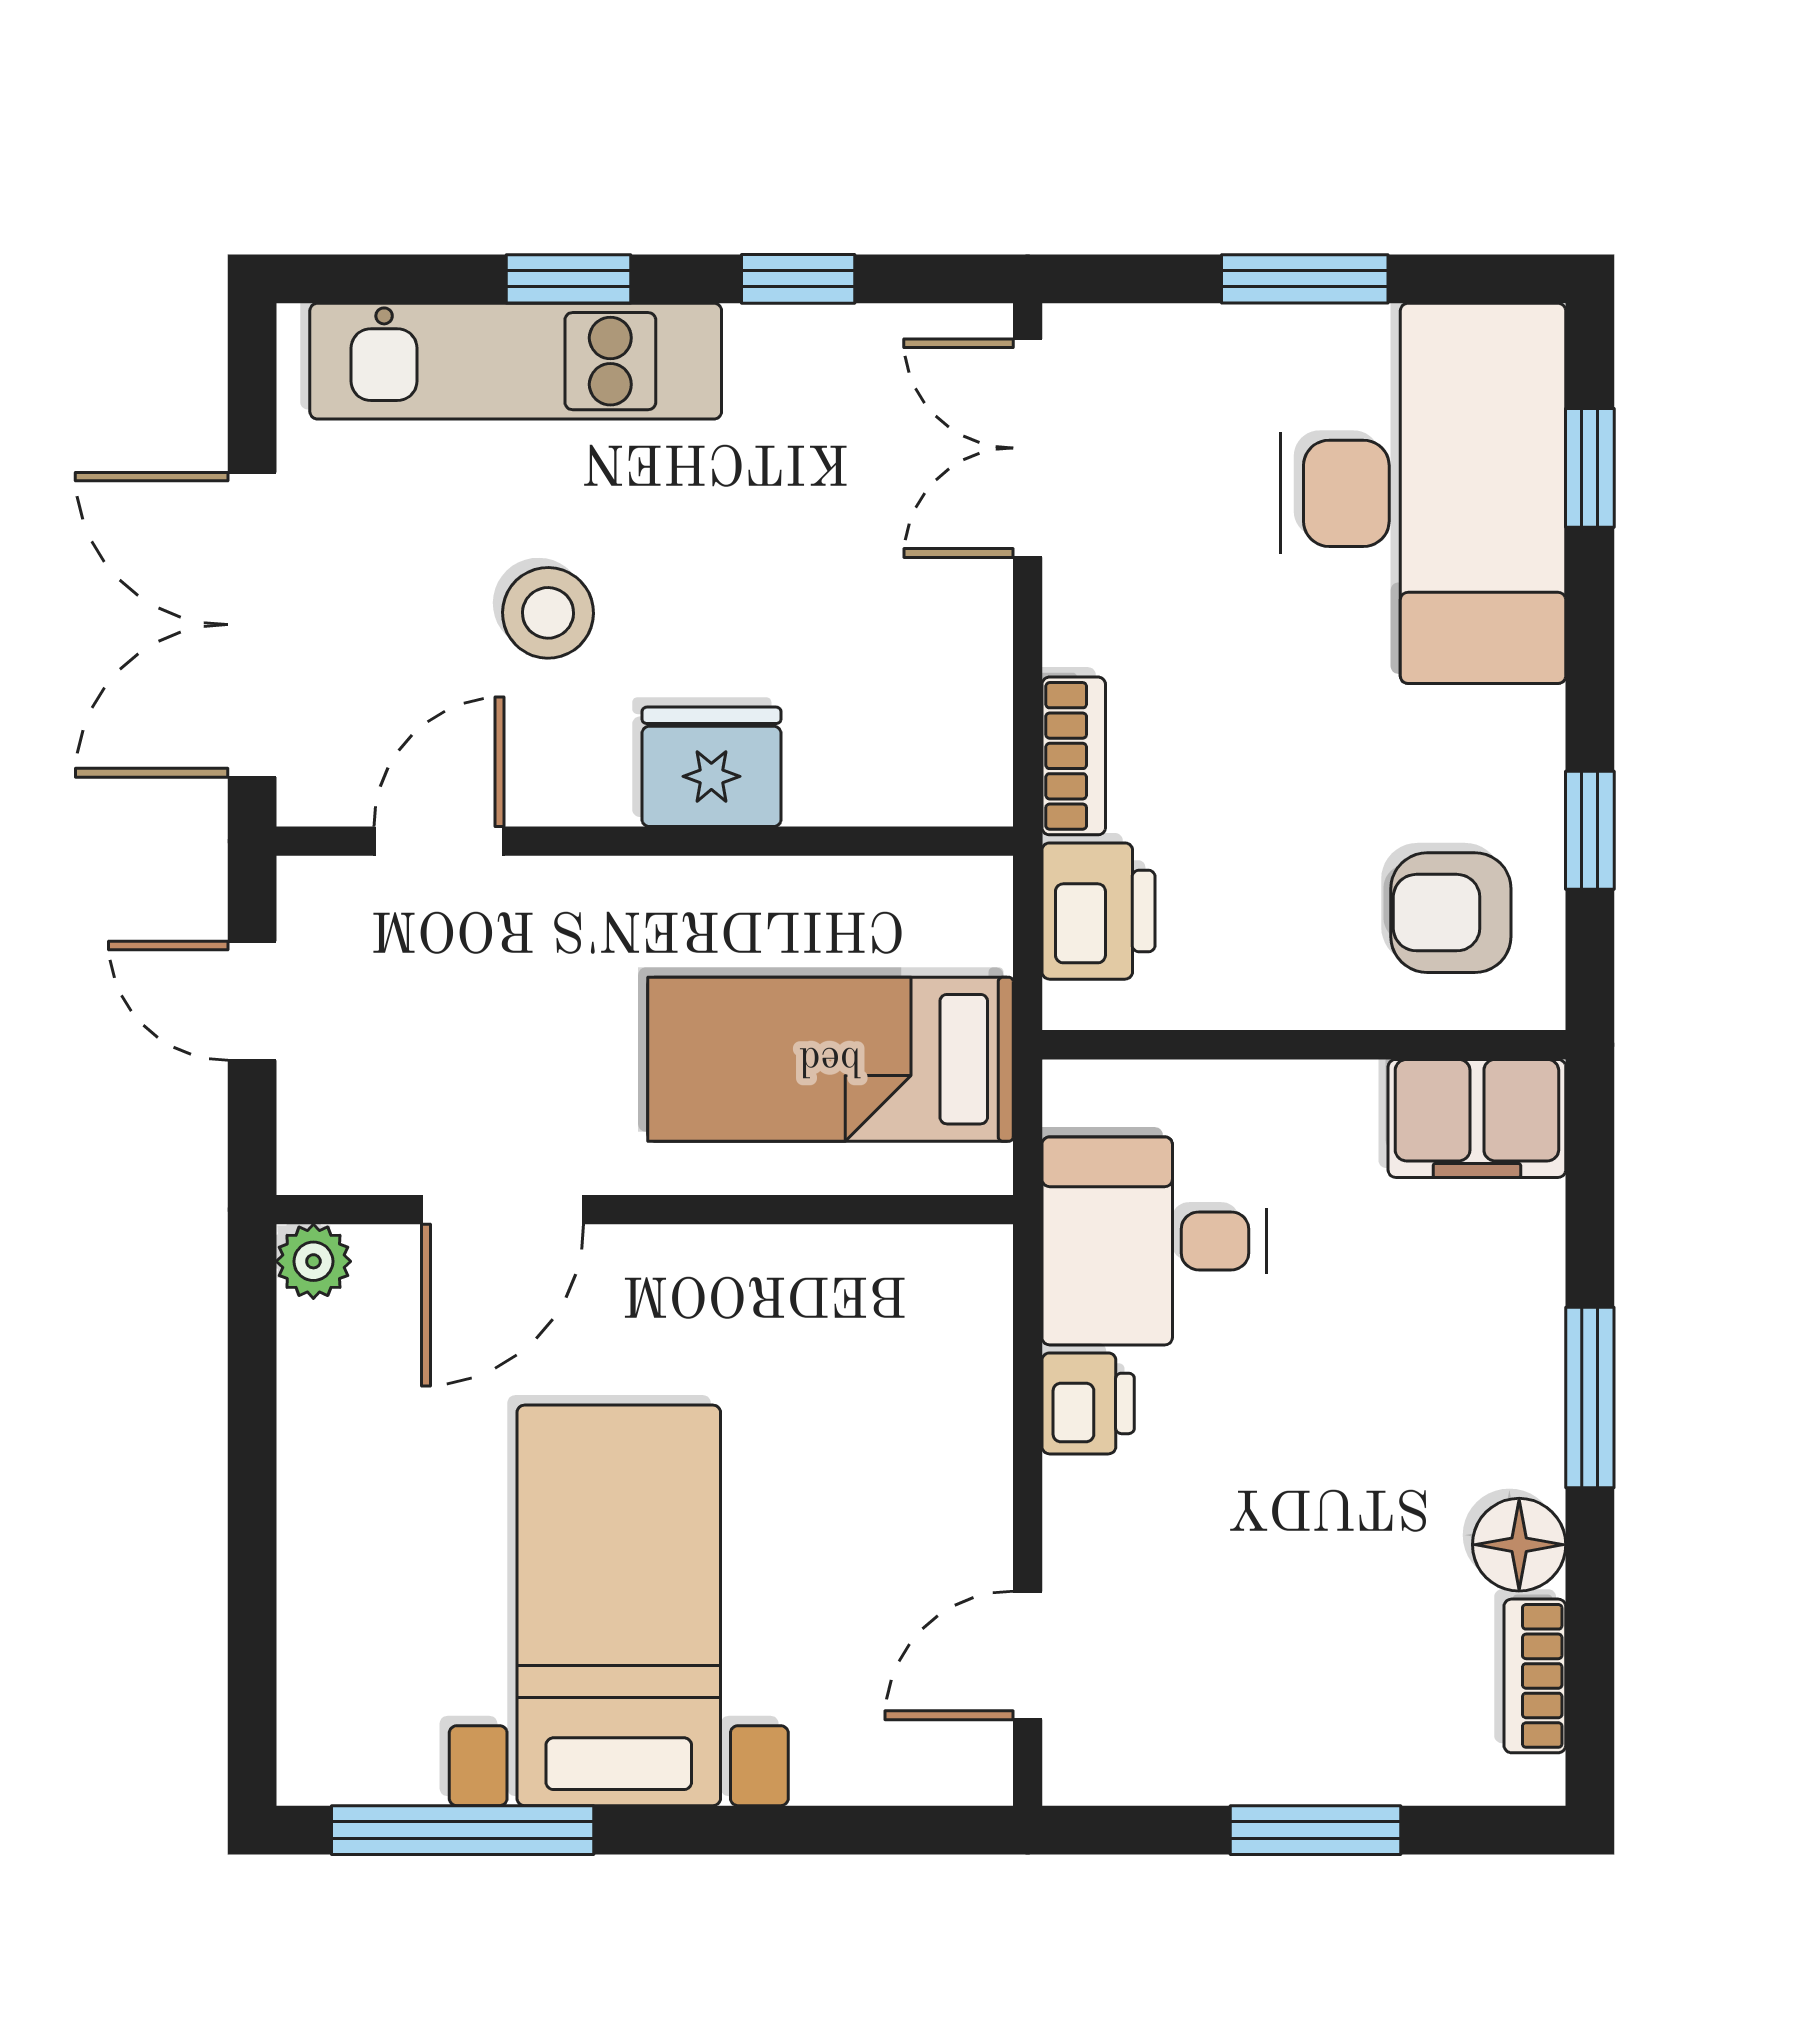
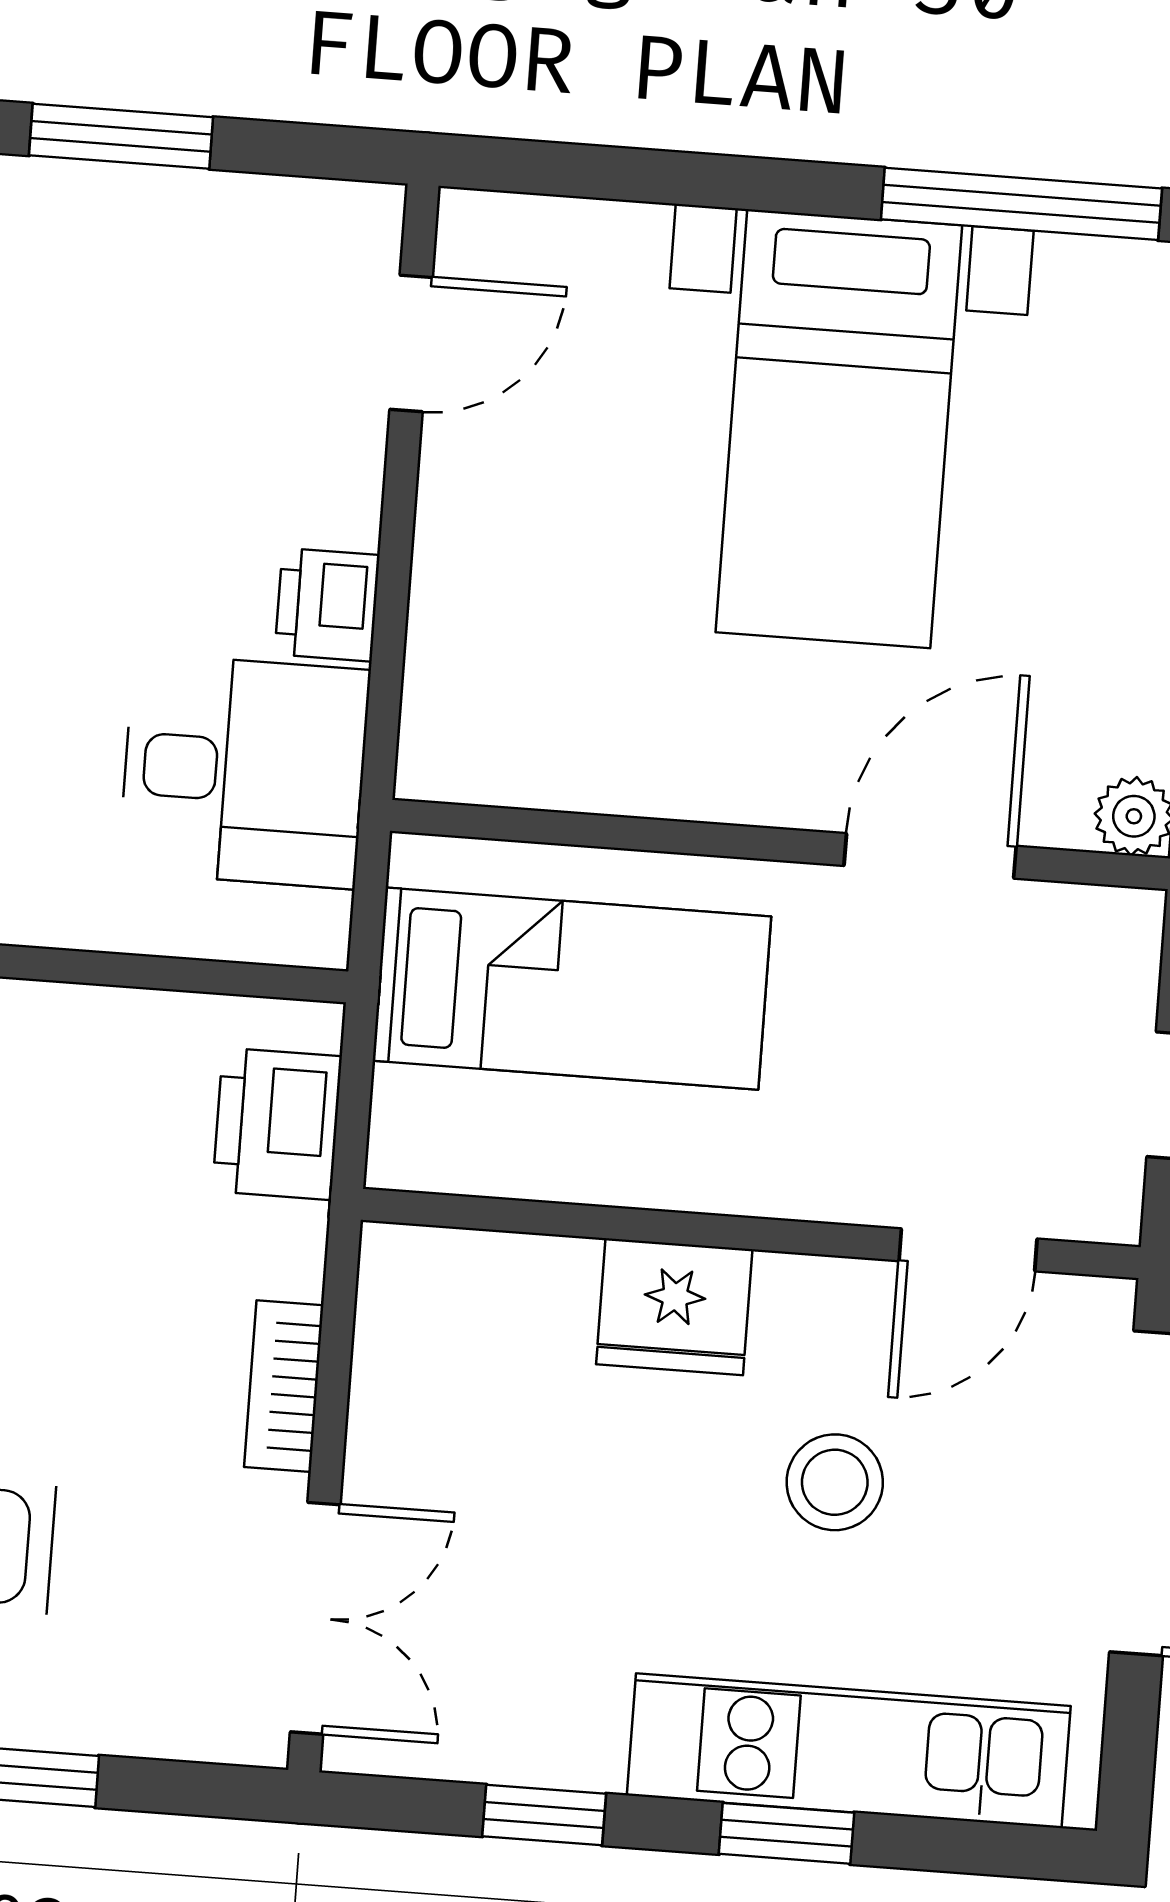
bookcase: (1074, 756) -> (284, 1386), moved

